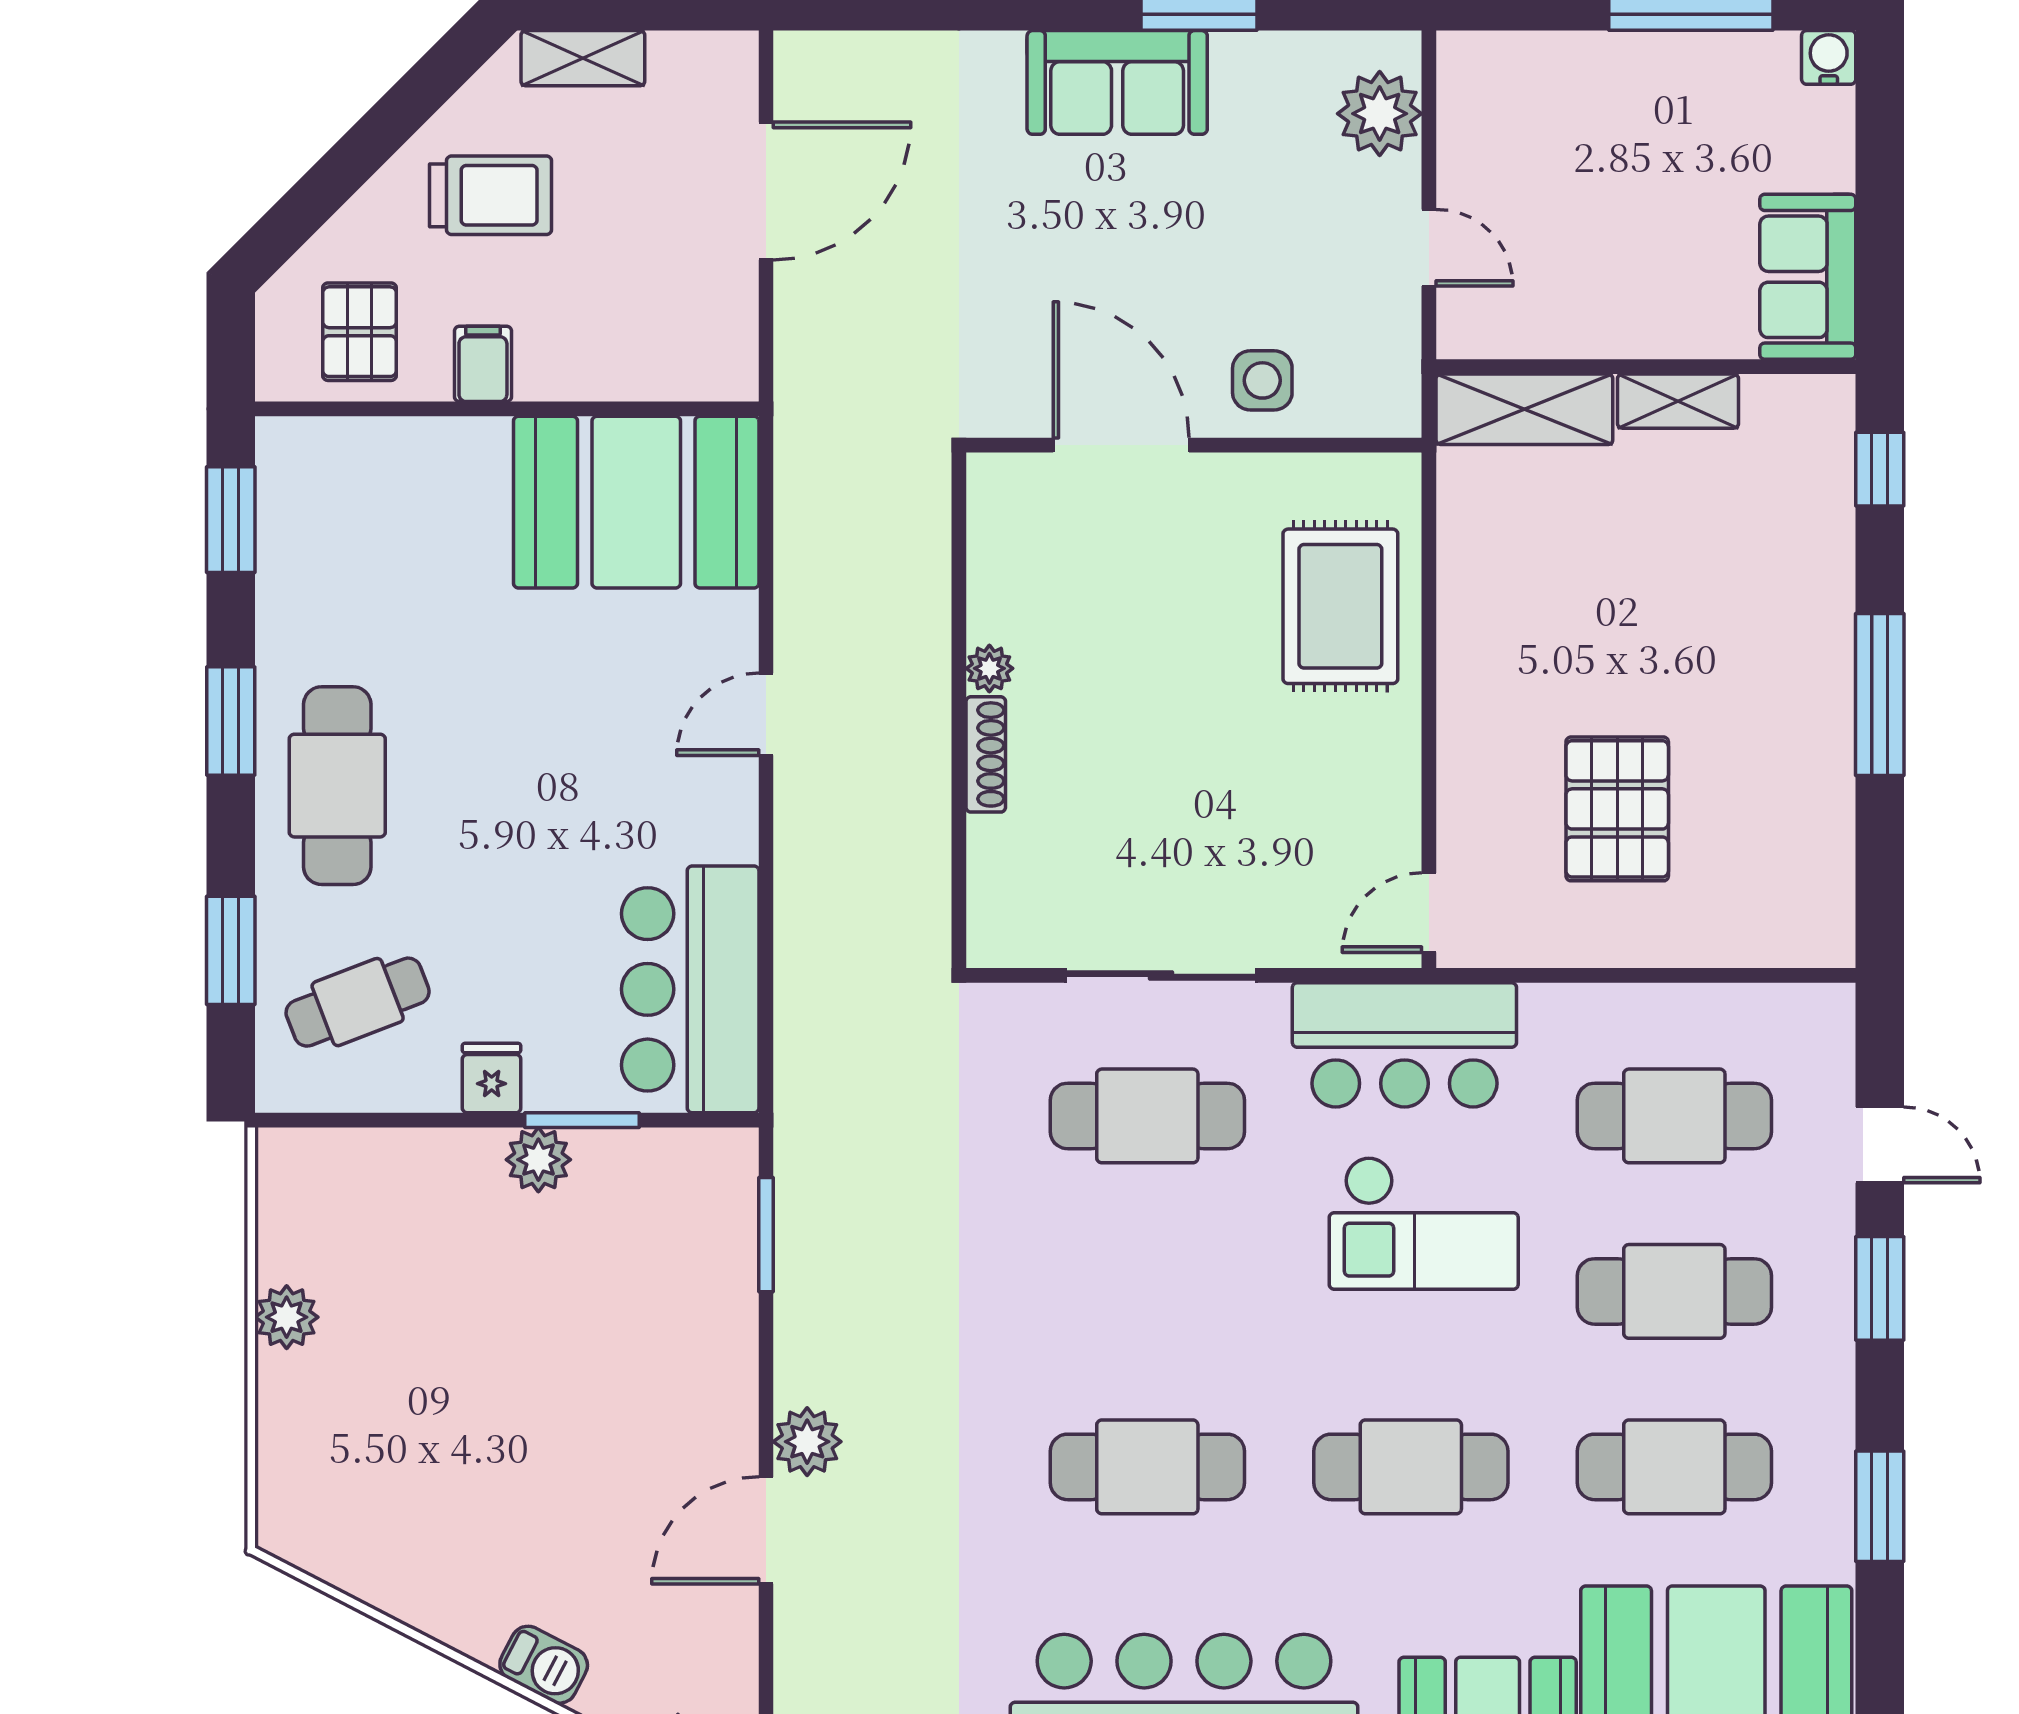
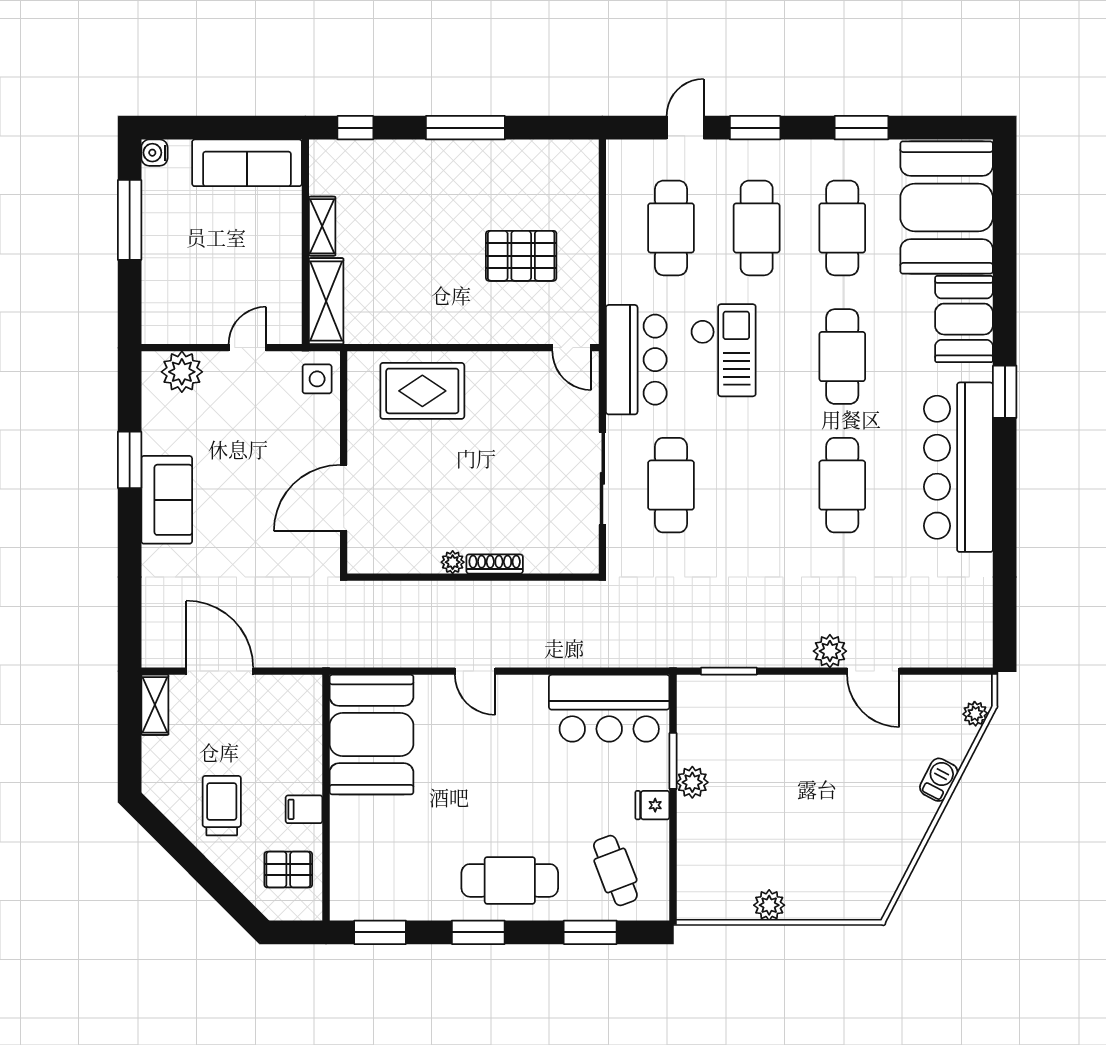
shelving: (583, 58) -> (155, 705), moved
sofa: (1808, 277) -> (247, 163), width x1.36
side table: (1262, 380) -> (317, 379), moved

